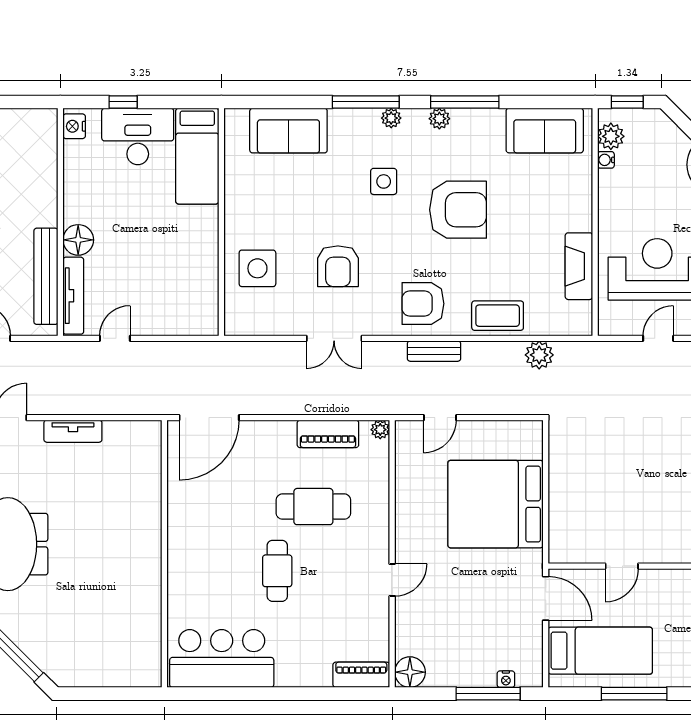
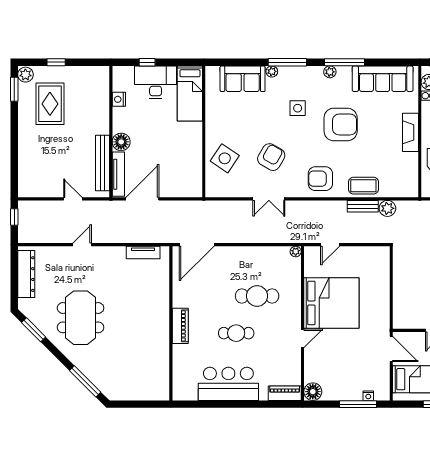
plant: (391, 118) -> (272, 71), moved
nightstand: (74, 126) -> (119, 99), moved
sofa: (545, 131) -> (383, 79), width x1.36
armchair: (338, 266) -> (271, 157), turned -150
fireplace: (579, 266) -> (410, 132), moved
side table: (257, 268) -> (225, 158), turned 34
door: (115, 338) -> (142, 199), width x1.87
bench: (434, 351) -> (363, 206), moved
tv unit: (73, 431) -> (143, 252), moved
piano: (328, 434) -> (180, 326), moved, turned -90
bed: (496, 504) -> (331, 303), moved, turned 180
cafe table: (277, 571) -> (236, 333), turned 90
bar counter: (222, 659) -> (228, 384), moved

